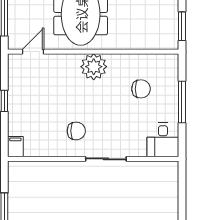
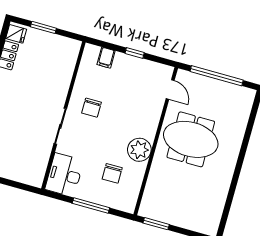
plant: (94, 67) -> (139, 150), moved
desk: (163, 140) -> (64, 175), width x1.37
filing cabinet: (15, 147) -> (106, 58), moved, turned 90

